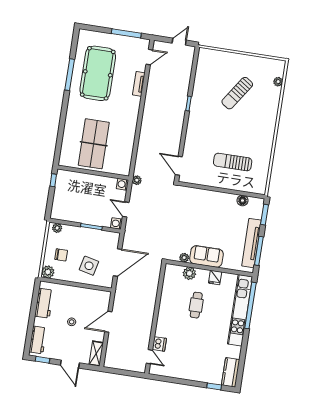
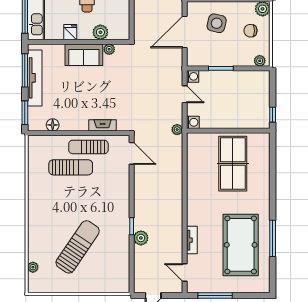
door: (149, 57) -> (185, 273), hinge flipped
plant: (182, 92) -> (141, 238), added
sun lounger: (237, 93) -> (78, 247), width x1.36, depth x1.34
sun lounger: (215, 177) -> (88, 147), added
fireplace: (200, 194) -> (103, 125), added

